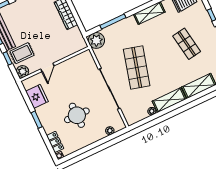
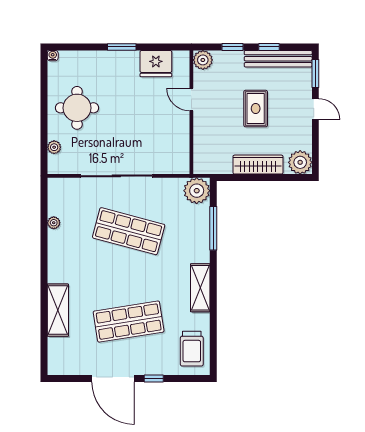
shop shelf: (187, 44) -> (129, 322), width x1.43, depth x1.36
rug: (22, 53) -> (256, 109), moved
shelving: (169, 100) -> (58, 256), removed
round table: (77, 115) -> (77, 108), moved
locker: (55, 142) -> (76, 59), removed

